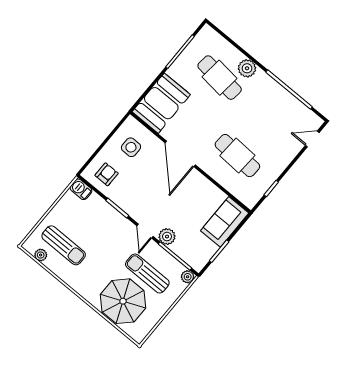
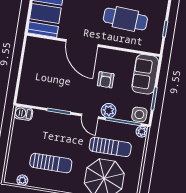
side table: (131, 147) -> (139, 114), moved
armchair: (107, 174) -> (106, 80), moved, turned 180
sun lounger: (64, 245) -> (51, 163), moved
sun lounger: (147, 274) -> (110, 147), turned 180

